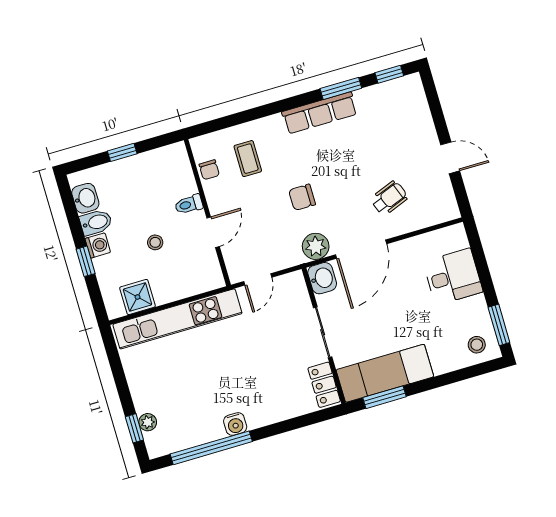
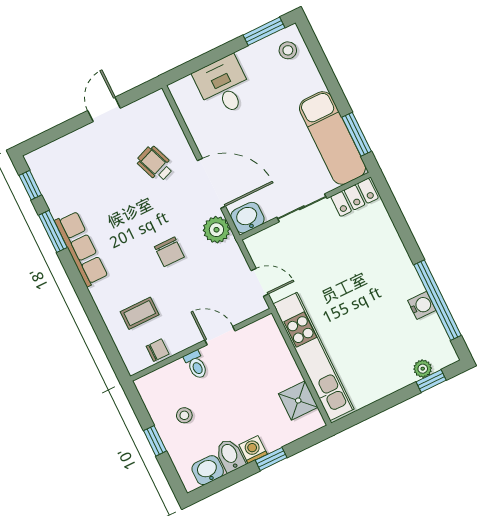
stool: (155, 242) -> (184, 415), moved
water cooler: (235, 424) -> (422, 305), moved

